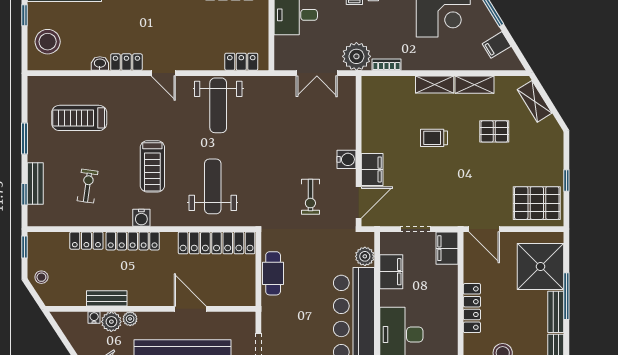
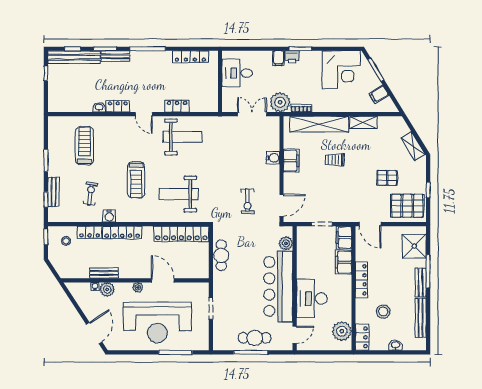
stool: (48, 42) -> (62, 92), removed
locker: (241, 62) -> (177, 106), moved
double door: (317, 73) -> (252, 114), swing flipped
shelving: (435, 85) -> (319, 124), width x2.20, depth x1.33
shelving: (535, 101) -> (413, 146), moved
weight bench: (218, 105) -> (183, 137), turned -90
treadmill: (79, 118) -> (84, 146), turned 90
pallet: (494, 131) -> (387, 178), moved
water cooler: (346, 159) -> (273, 158), moved
filing cabinet: (372, 169) -> (291, 161), moved
weight bench: (213, 186) -> (179, 194), turned -90
water cooler: (141, 218) -> (109, 216), moved
shower: (541, 267) -> (414, 246), width x0.73, depth x0.73
filing cabinet: (391, 272) -> (344, 262), moved, turned 180
stool: (41, 277) -> (66, 241), moved
plant: (130, 319) -> (138, 287), moved

